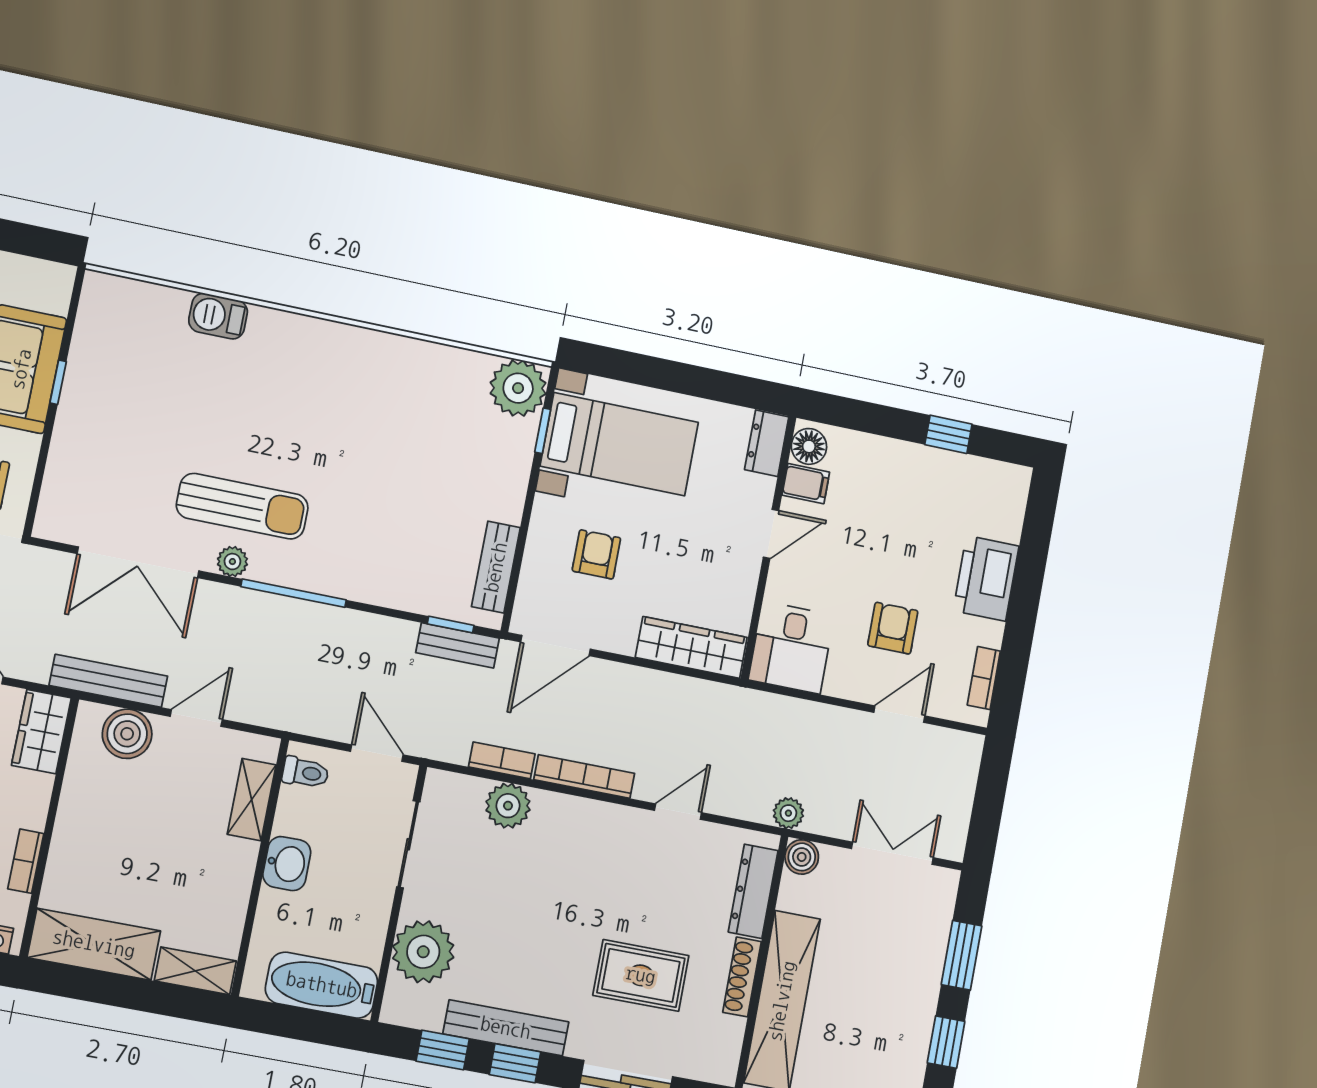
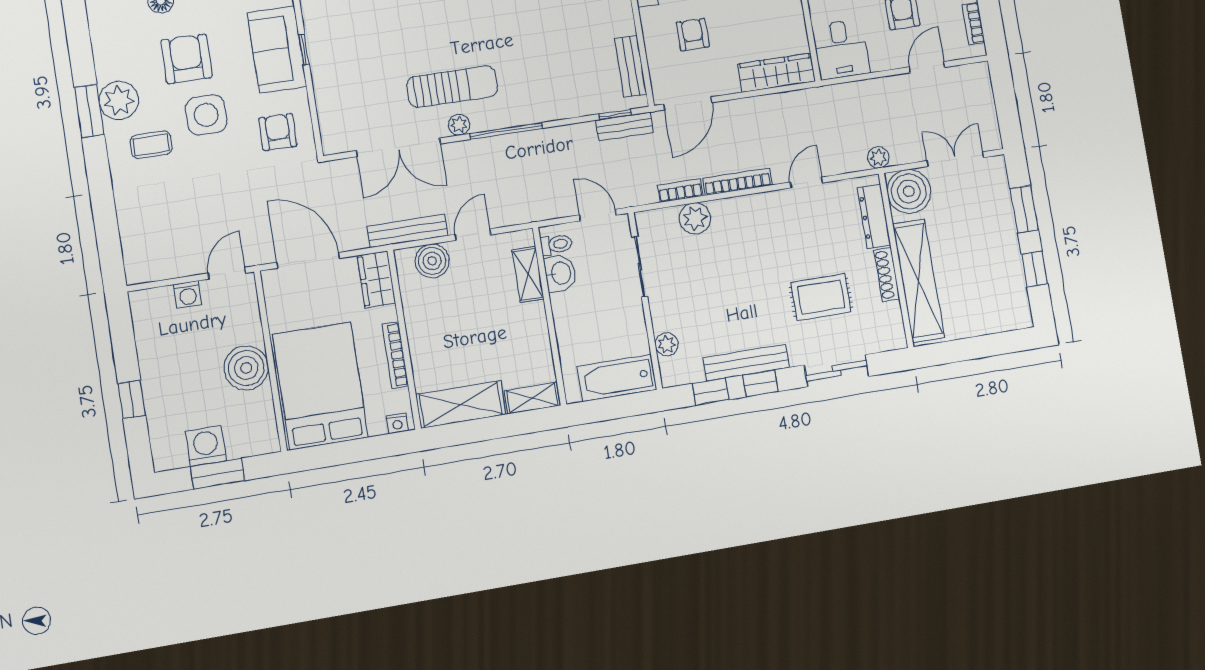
boiler: (802, 857) -> (909, 191), width x1.86, depth x1.86
bookcase: (26, 861) -> (395, 355), width x1.56
washbasin: (287, 864) -> (560, 273), moved
plant: (423, 952) -> (667, 344), width x0.53, depth x0.53

